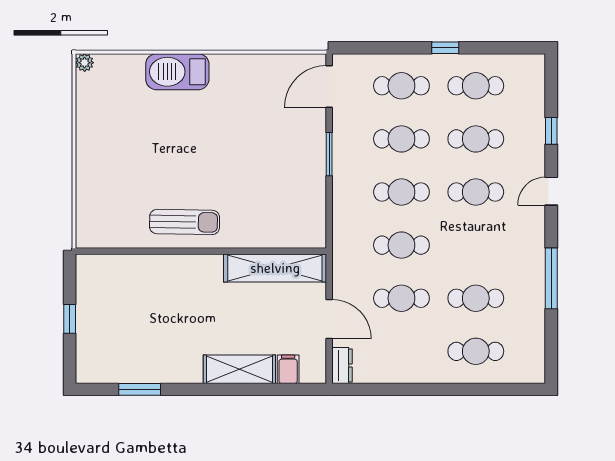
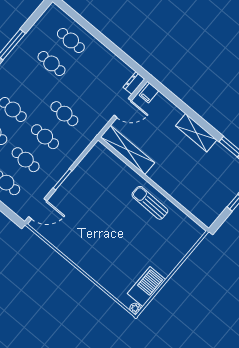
barbecue: (177, 72) -> (147, 287), moved, turned -90
cafe table: (401, 298) -> (84, 91), removed
door: (329, 319) -> (123, 108), swing flipped
shelving: (239, 369) -> (196, 133), moved
filing cabinet: (288, 369) -> (149, 93), moved

